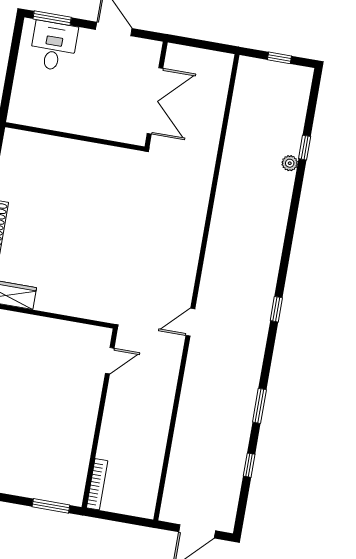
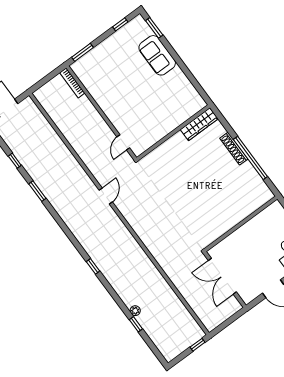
window: (279, 58) -> (197, 345), moved
window: (276, 309) -> (93, 266), moved

